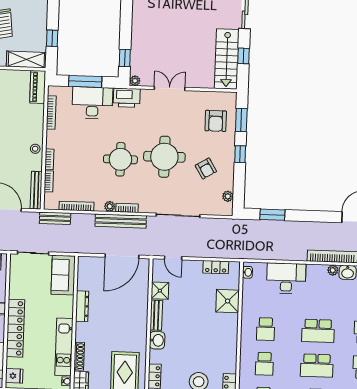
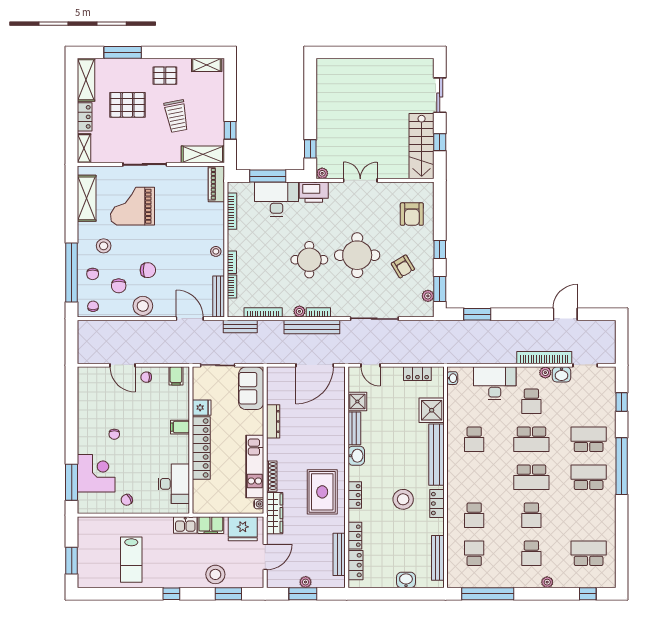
window: (241, 120) -> (440, 289), moved
bench: (231, 342) -> (436, 455), added
school desk: (264, 364) -> (531, 401), moved
fridge: (14, 376) -> (202, 408), moved

